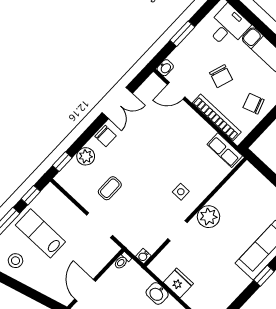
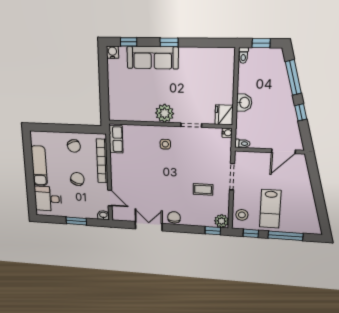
plant: (86, 156) -> (222, 221), moved
stool: (15, 261) -> (242, 215), moved
fridge: (178, 283) -> (224, 115), moved

